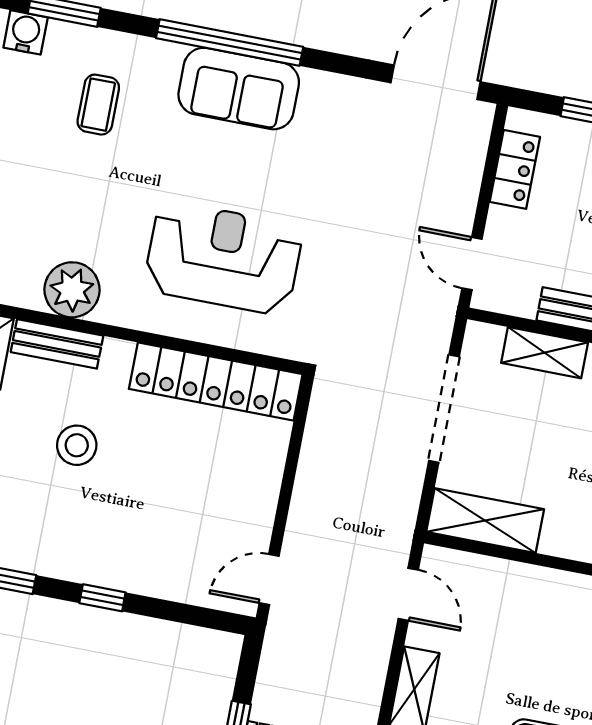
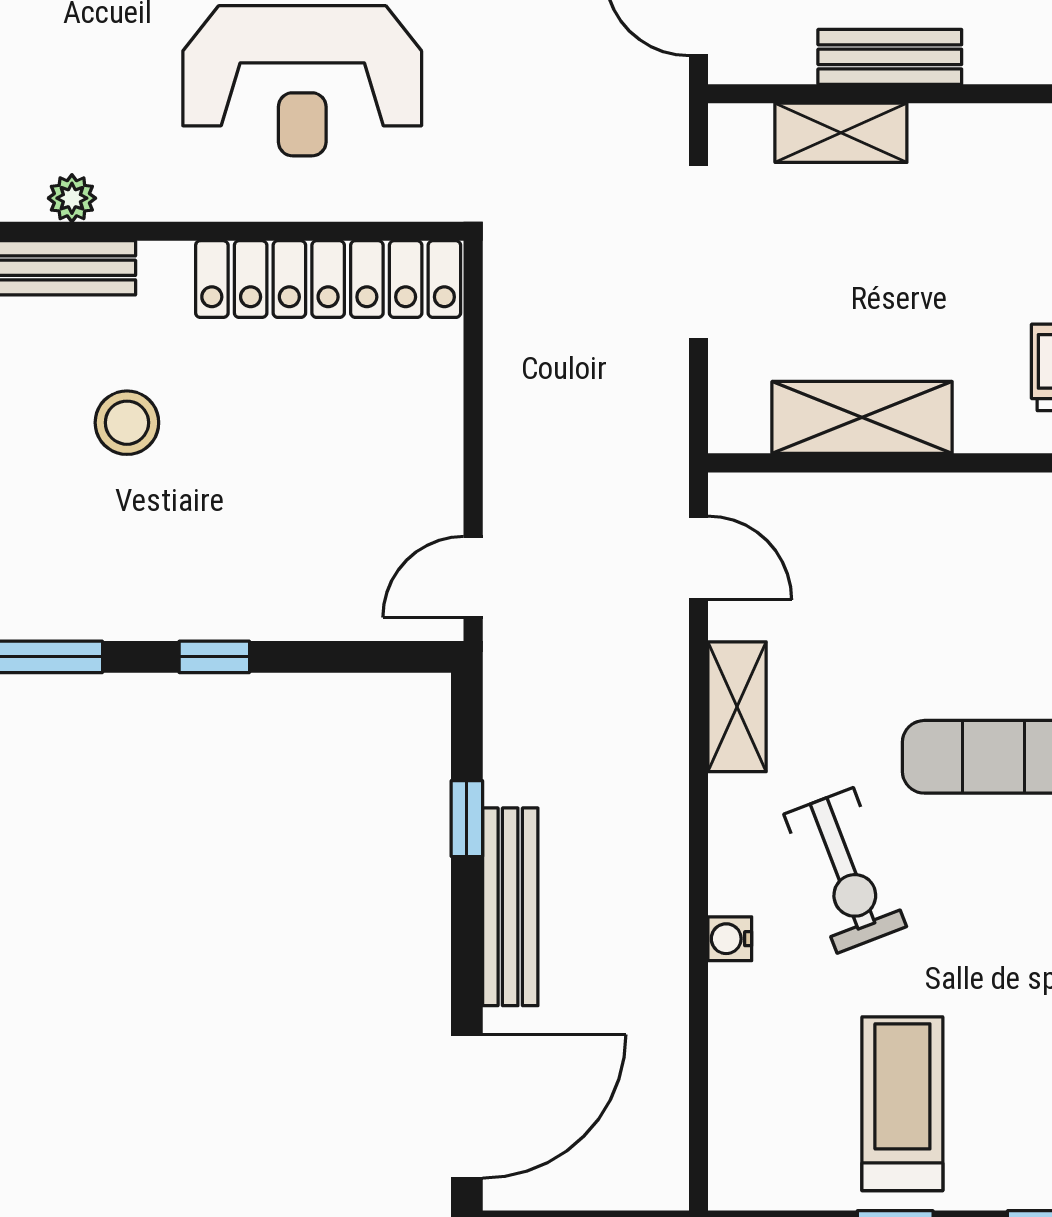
reception desk: (223, 258) -> (302, 81), turned 180
plant: (72, 290) -> (72, 198), width x0.53, depth x0.53
shelving: (485, 521) -> (862, 417), moved

